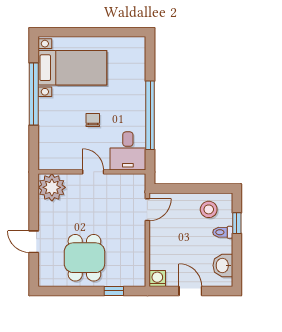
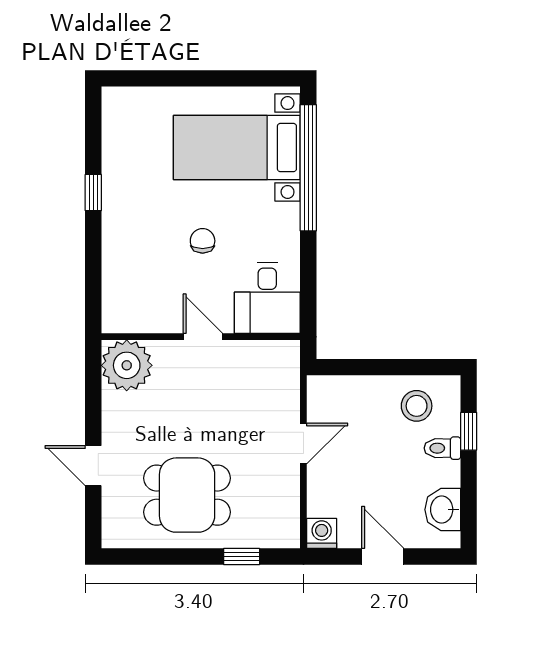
bed with nightstands: (72, 68) -> (237, 148), moved, turned 180
window: (34, 94) -> (93, 193), width x0.32
window: (150, 115) -> (308, 168), moved
door: (147, 210) -> (303, 444), moved
dining table: (84, 258) -> (187, 495), turned 90

